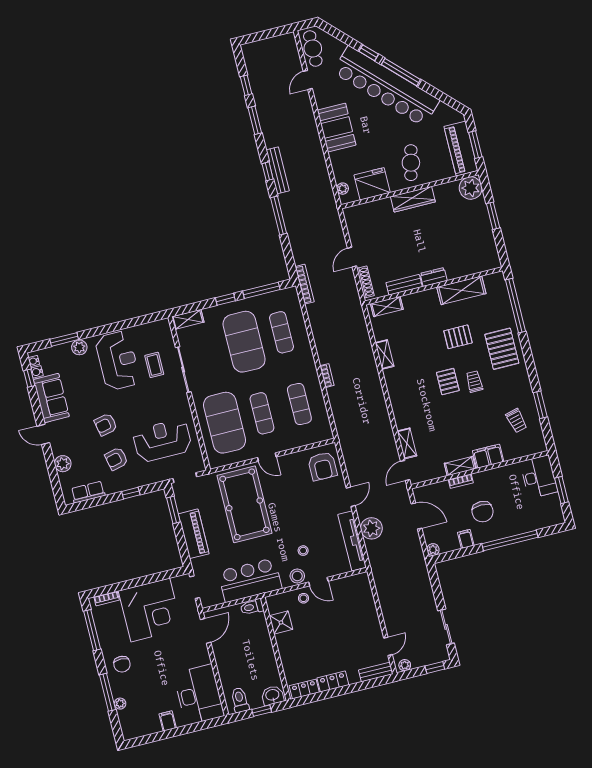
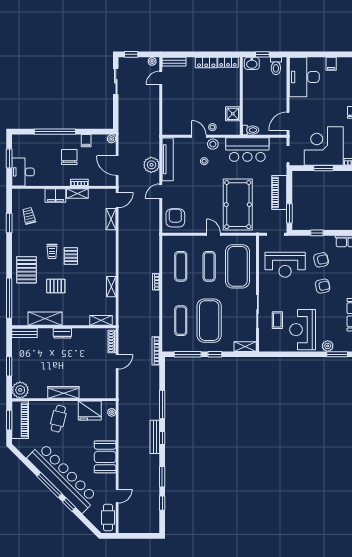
bench: (404, 285) -> (24, 333), moved
window: (143, 581) -> (323, 168), added

